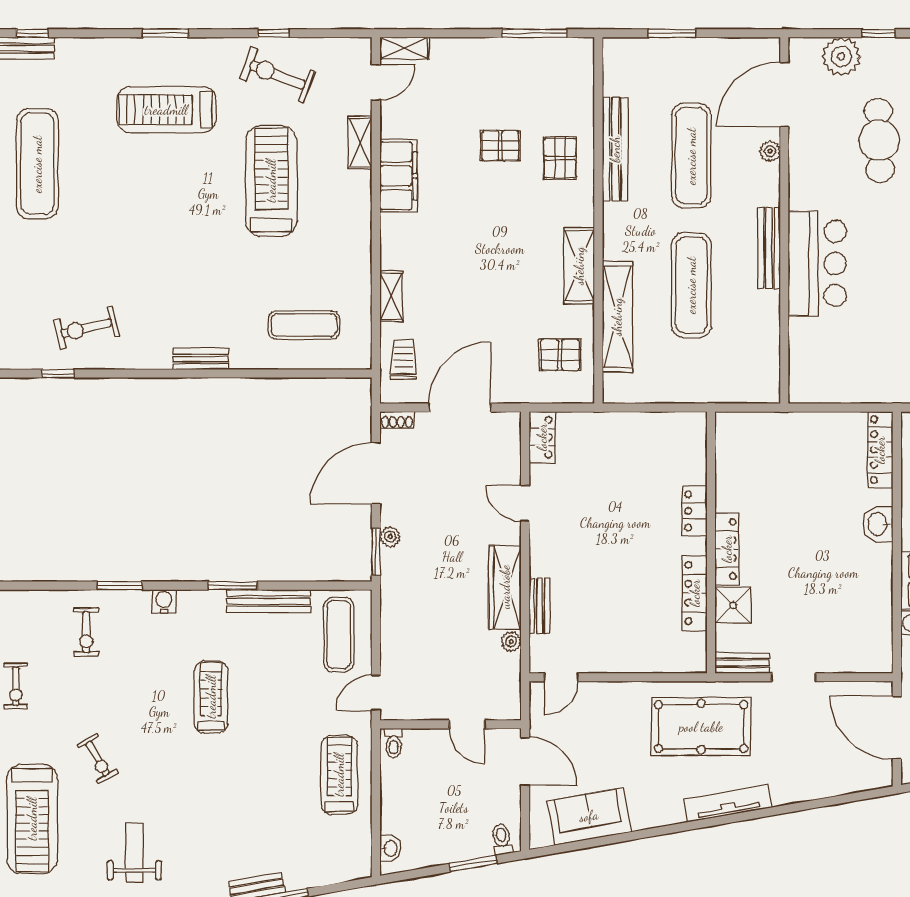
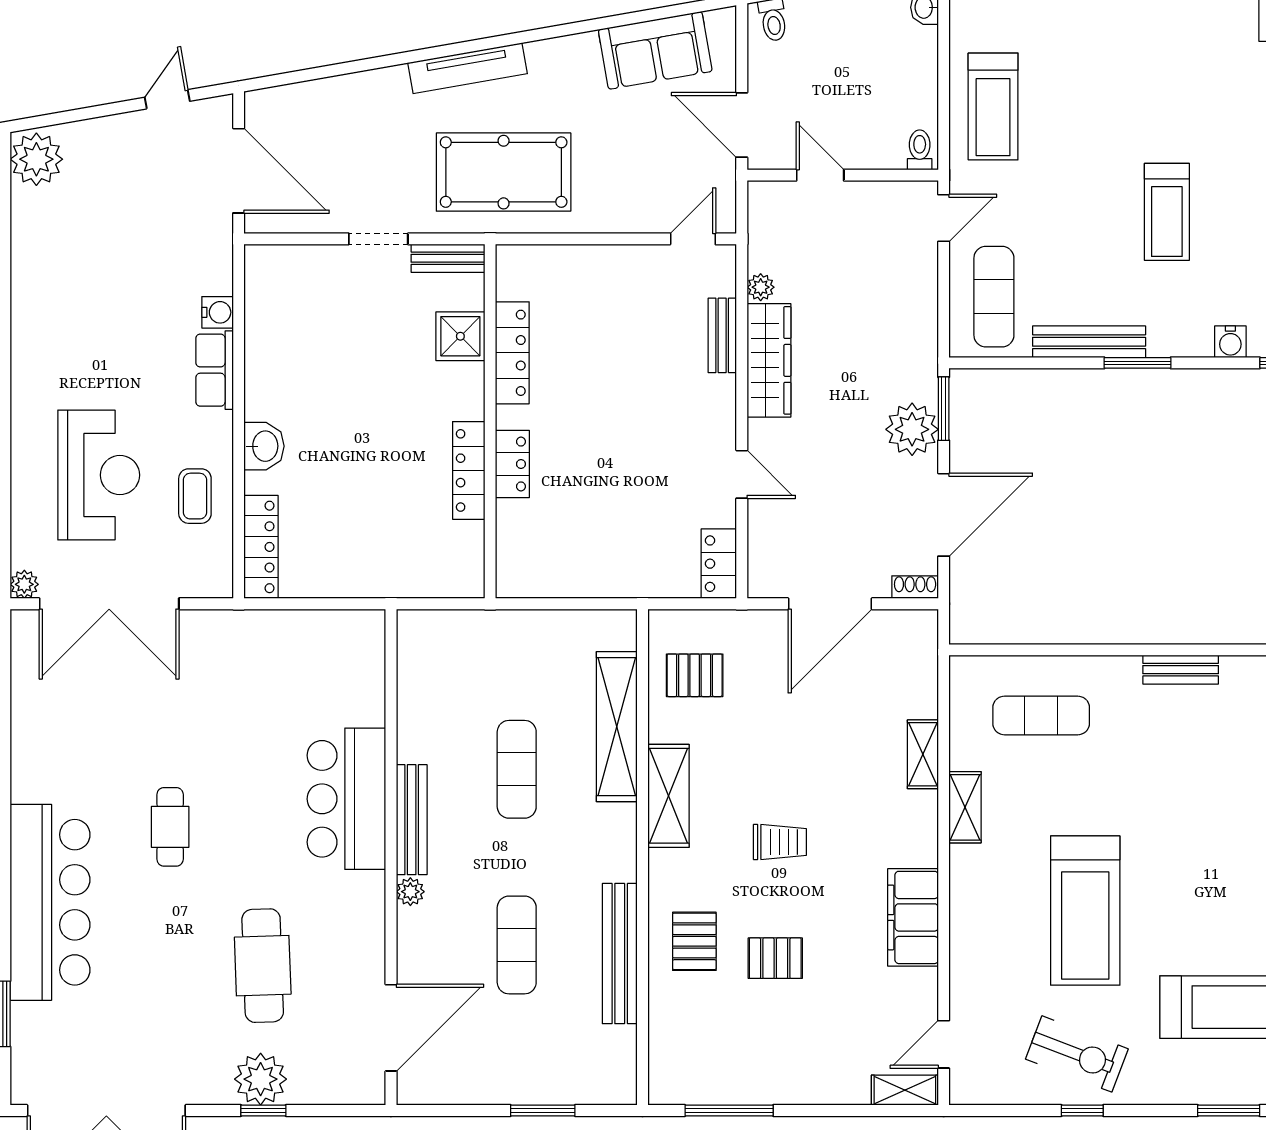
plant: (841, 56) -> (261, 1079), moved
shelving: (360, 142) -> (965, 807), moved
plant: (770, 151) -> (410, 892), moved
exercise mat: (691, 156) -> (517, 945), width x0.73, depth x0.69
exercise mat: (691, 285) -> (517, 769), width x0.73, depth x0.69
trolley: (403, 360) -> (780, 842), moved, turned -90
plant: (390, 537) -> (912, 429), width x1.88, depth x1.88
locker: (727, 549) -> (469, 470), moved

